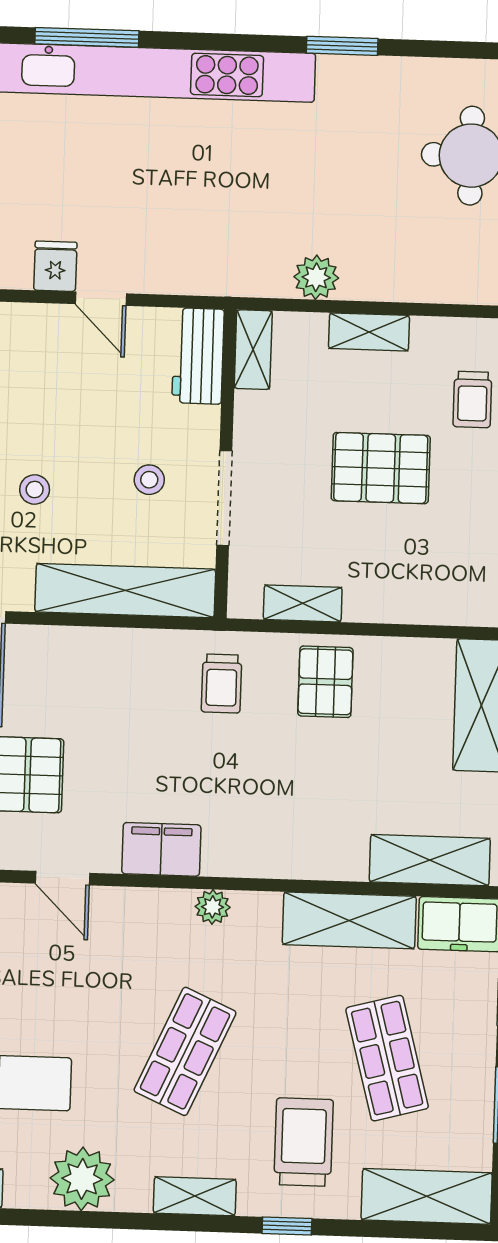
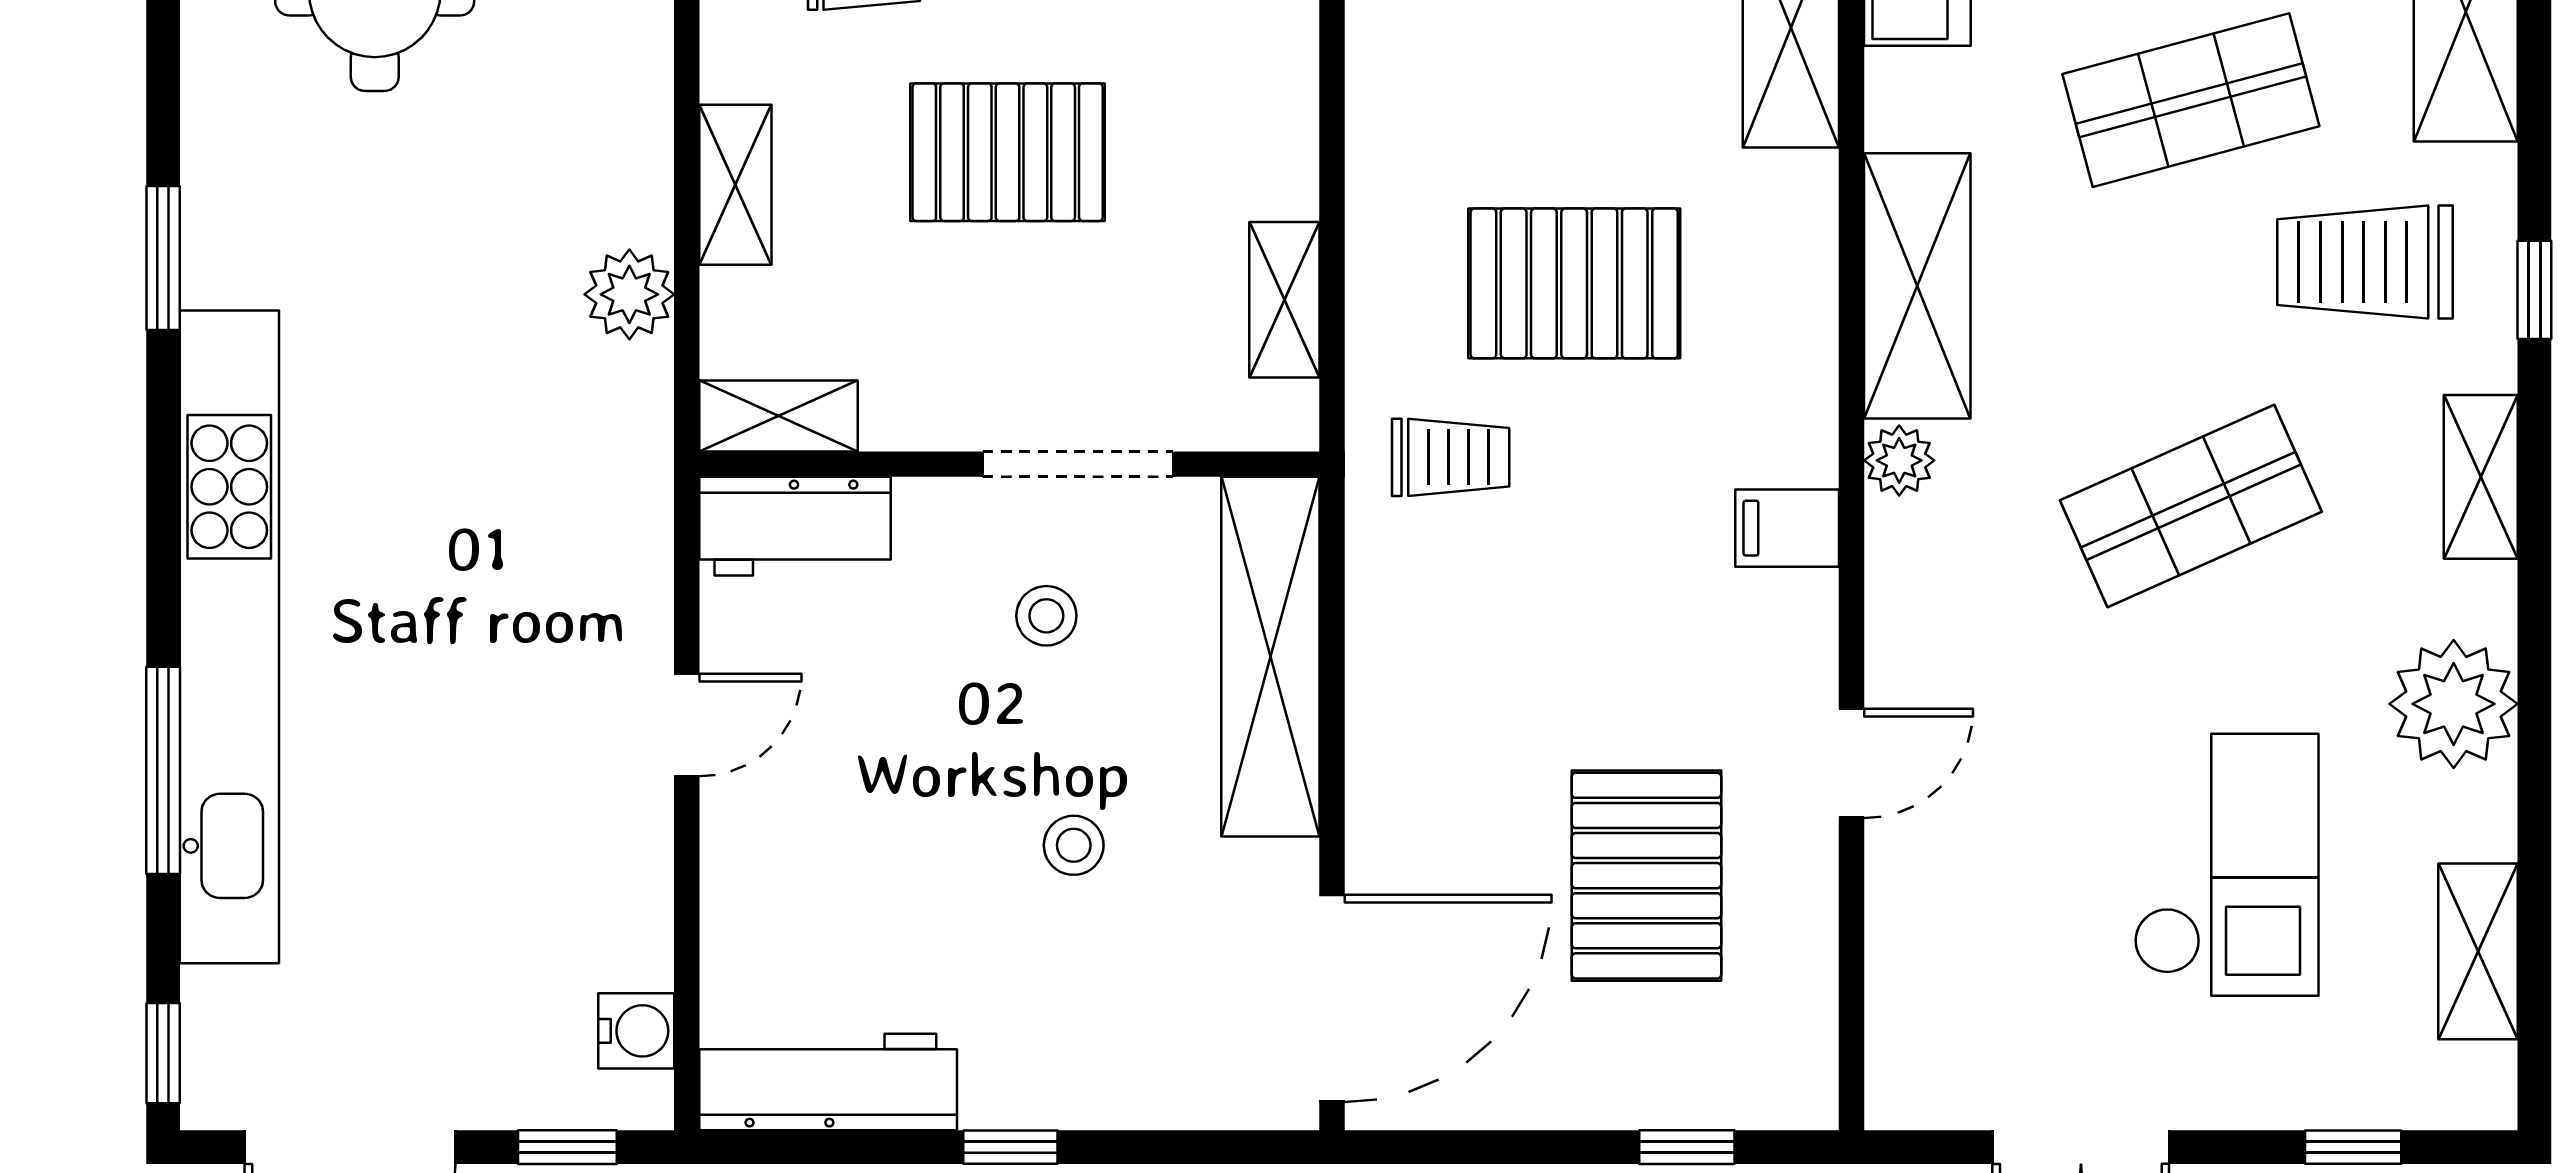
fridge: (55, 266) -> (624, 818), removed
pallet: (381, 468) -> (1008, 152), turned 90
pallet: (325, 682) -> (1574, 283), moved, width x1.50, depth x1.42
filing cabinet: (161, 849) -> (1787, 528), width x0.50
shelving: (349, 920) -> (1917, 286), moved
shop shelf: (185, 1051) -> (2191, 506), turned -48

